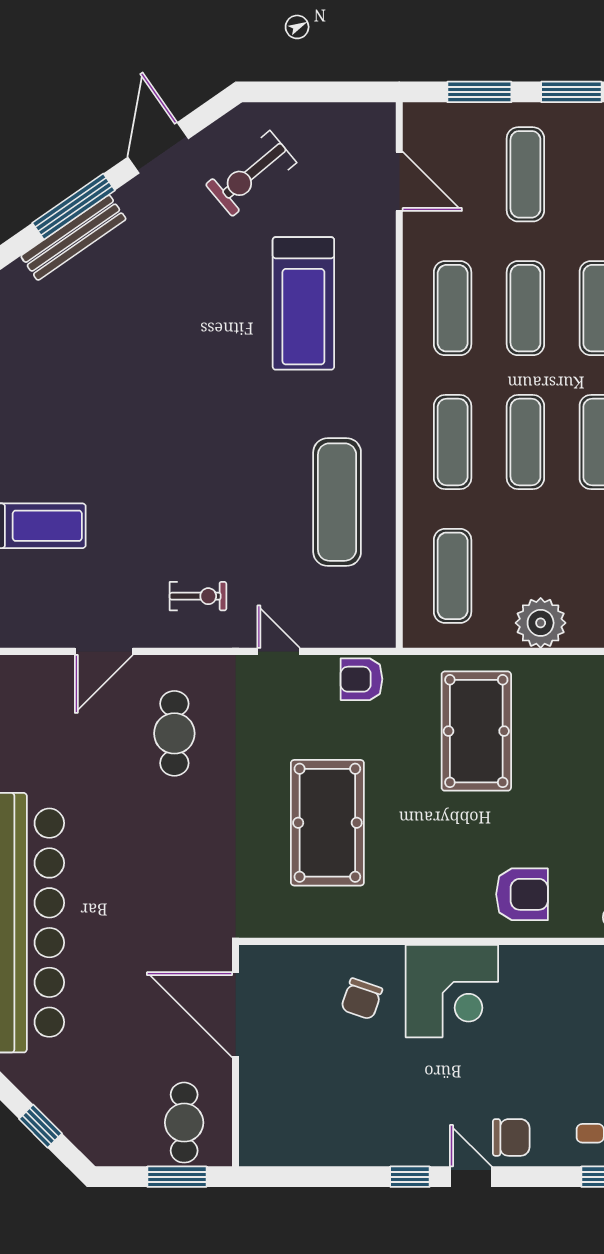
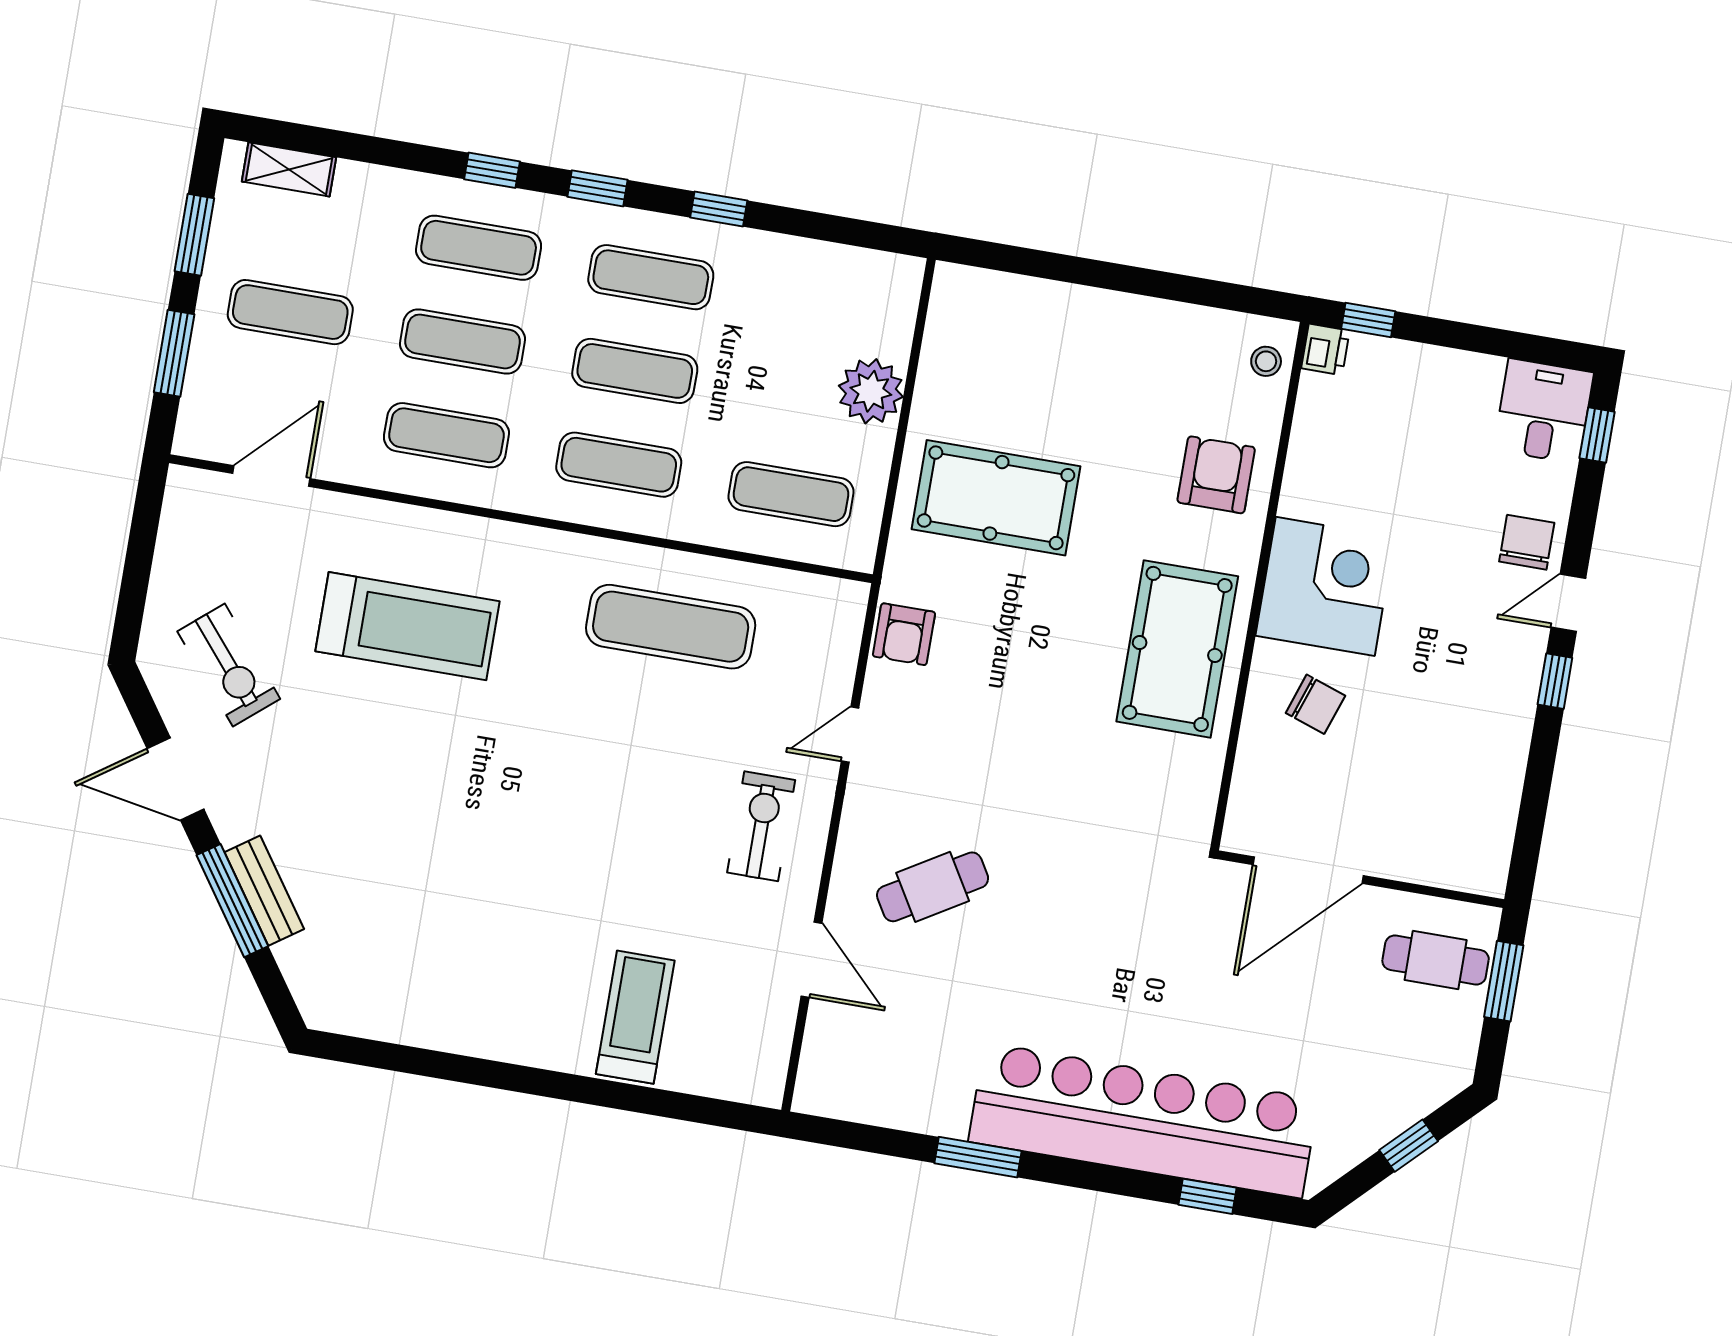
bench: (73, 238) -> (264, 891), width x0.73
exercise bike: (198, 596) -> (761, 826), width x1.38, depth x1.39
cafe table: (174, 733) -> (933, 887), turned -31
pool table: (327, 823) -> (1177, 649), moved, turned 90

